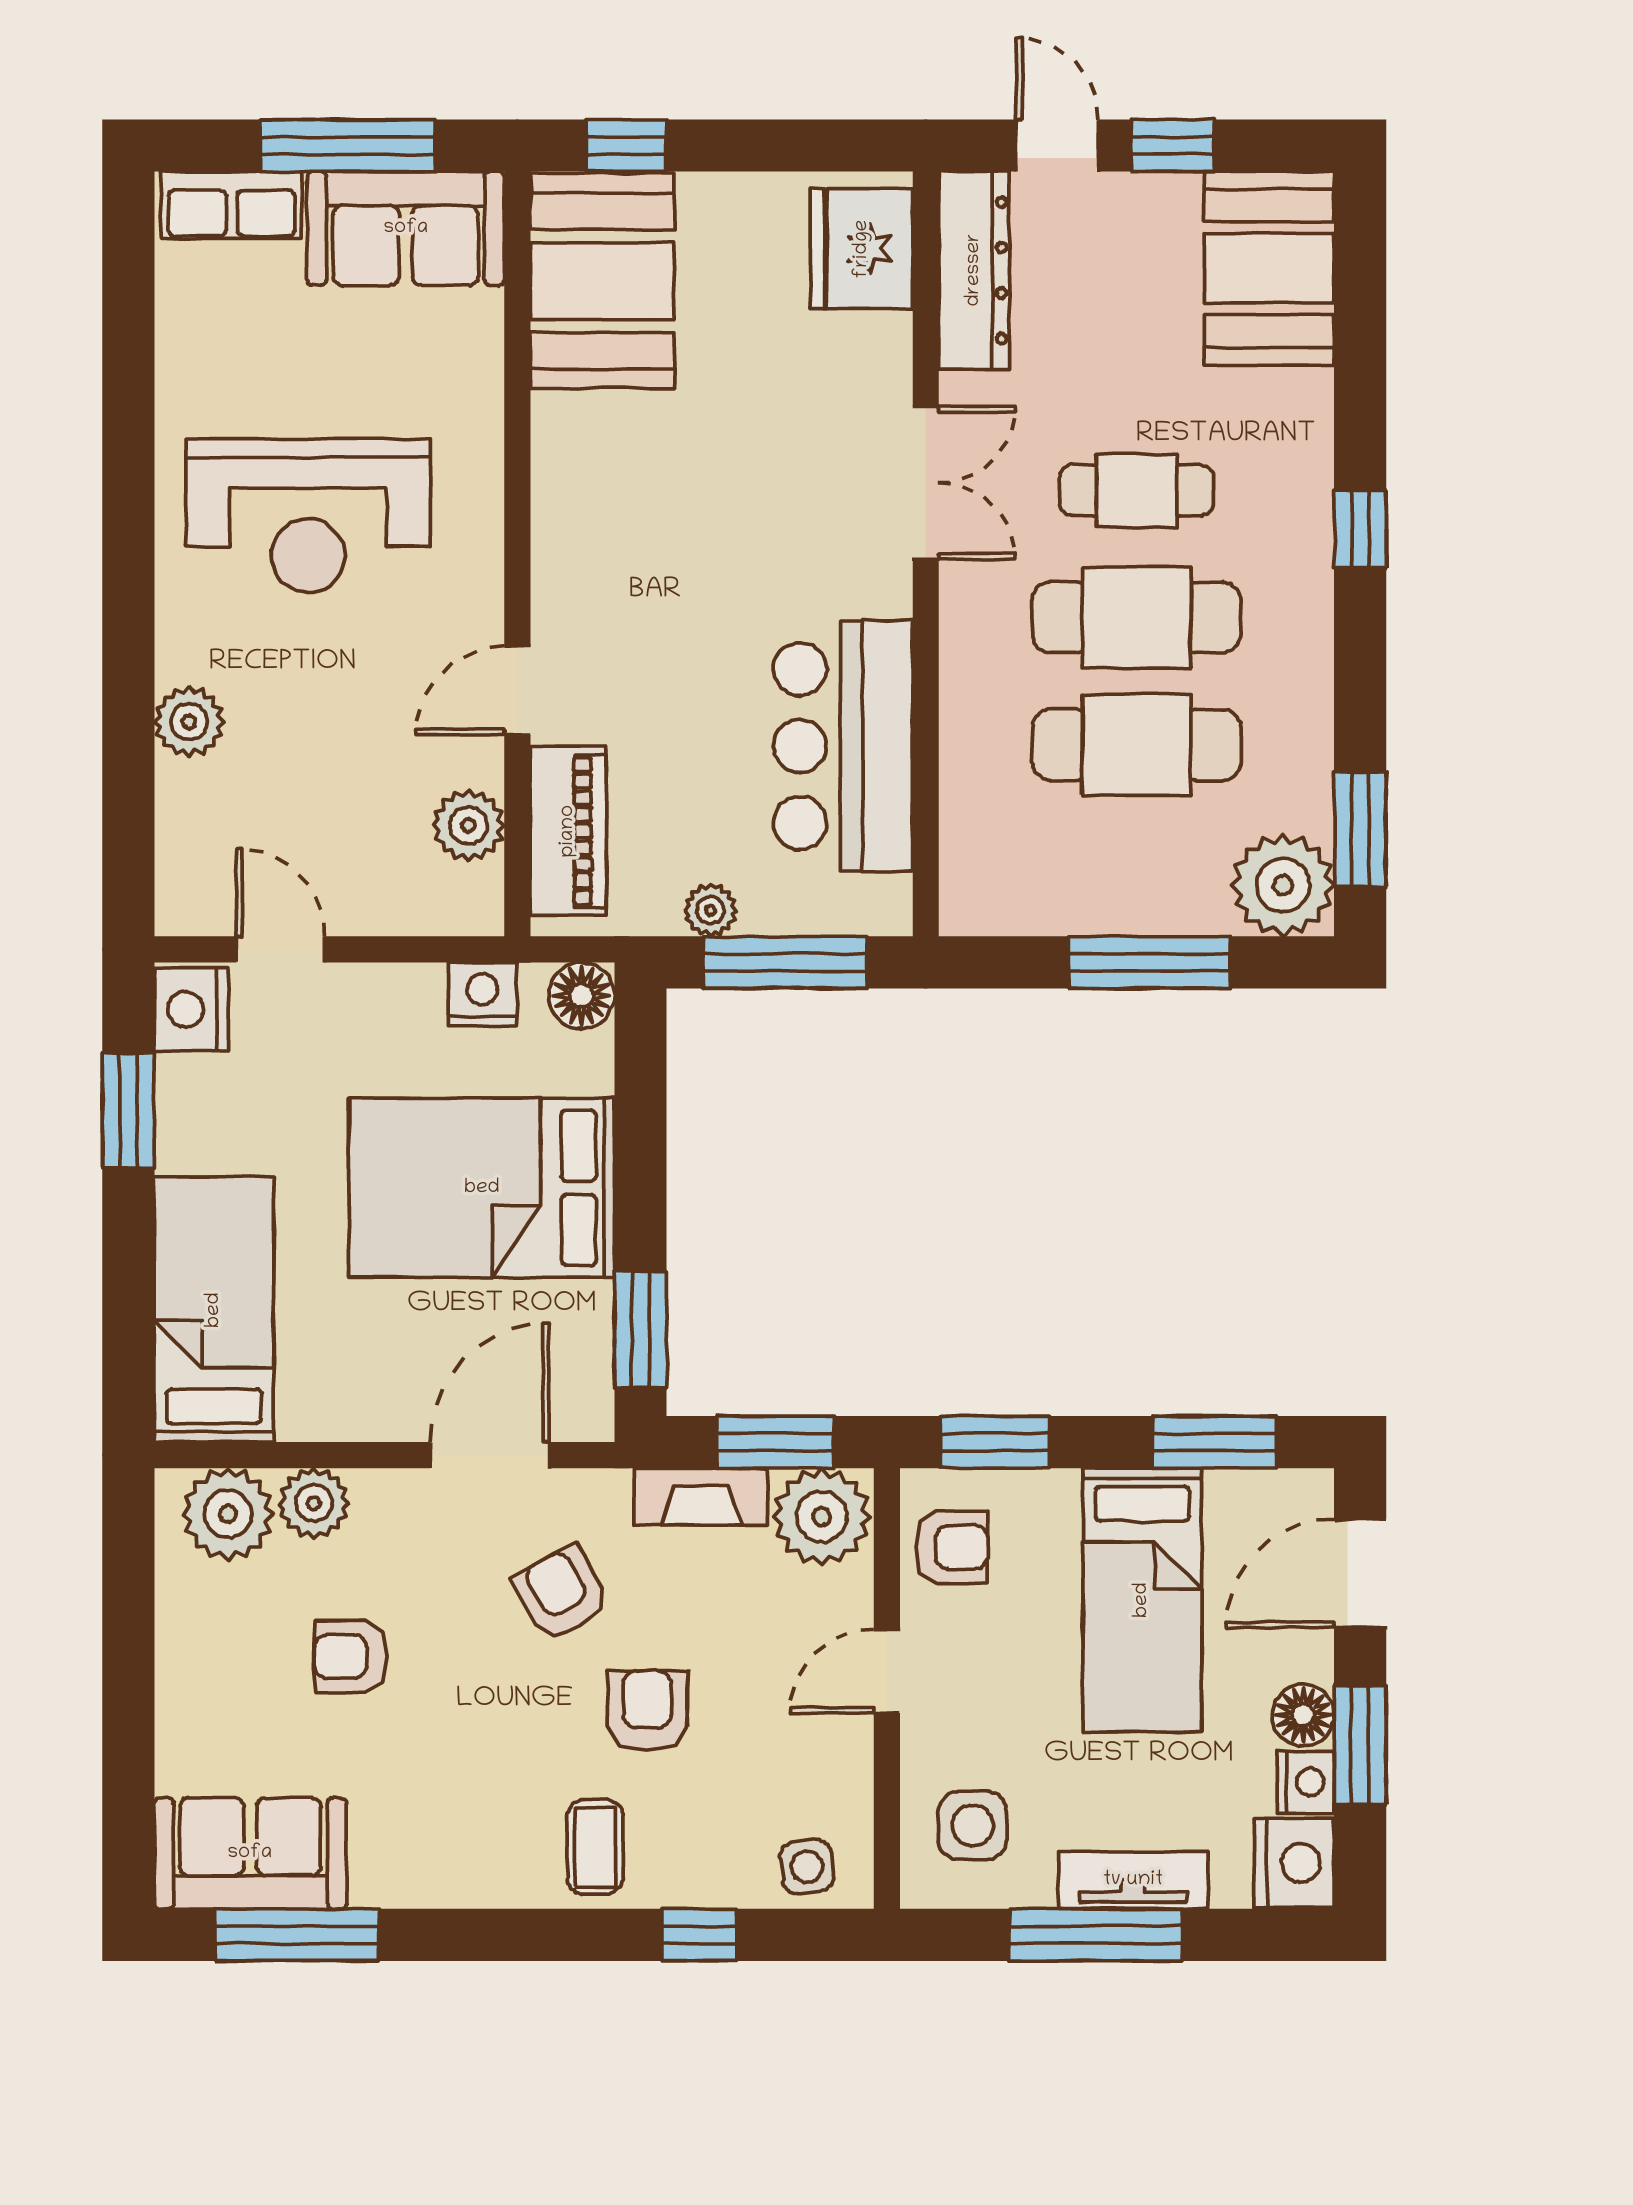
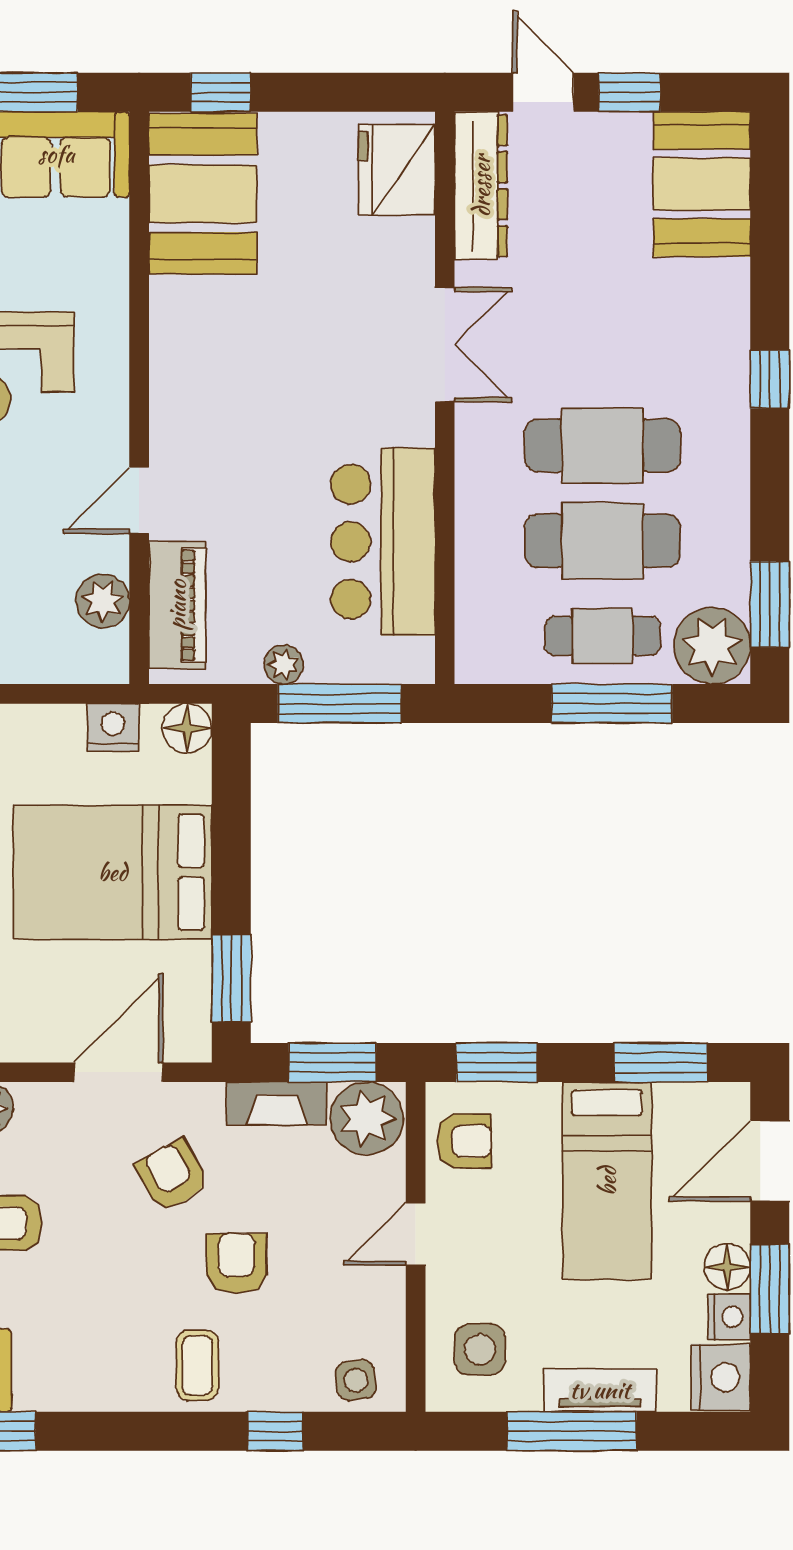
cafe table: (1136, 490) -> (602, 636), moved

